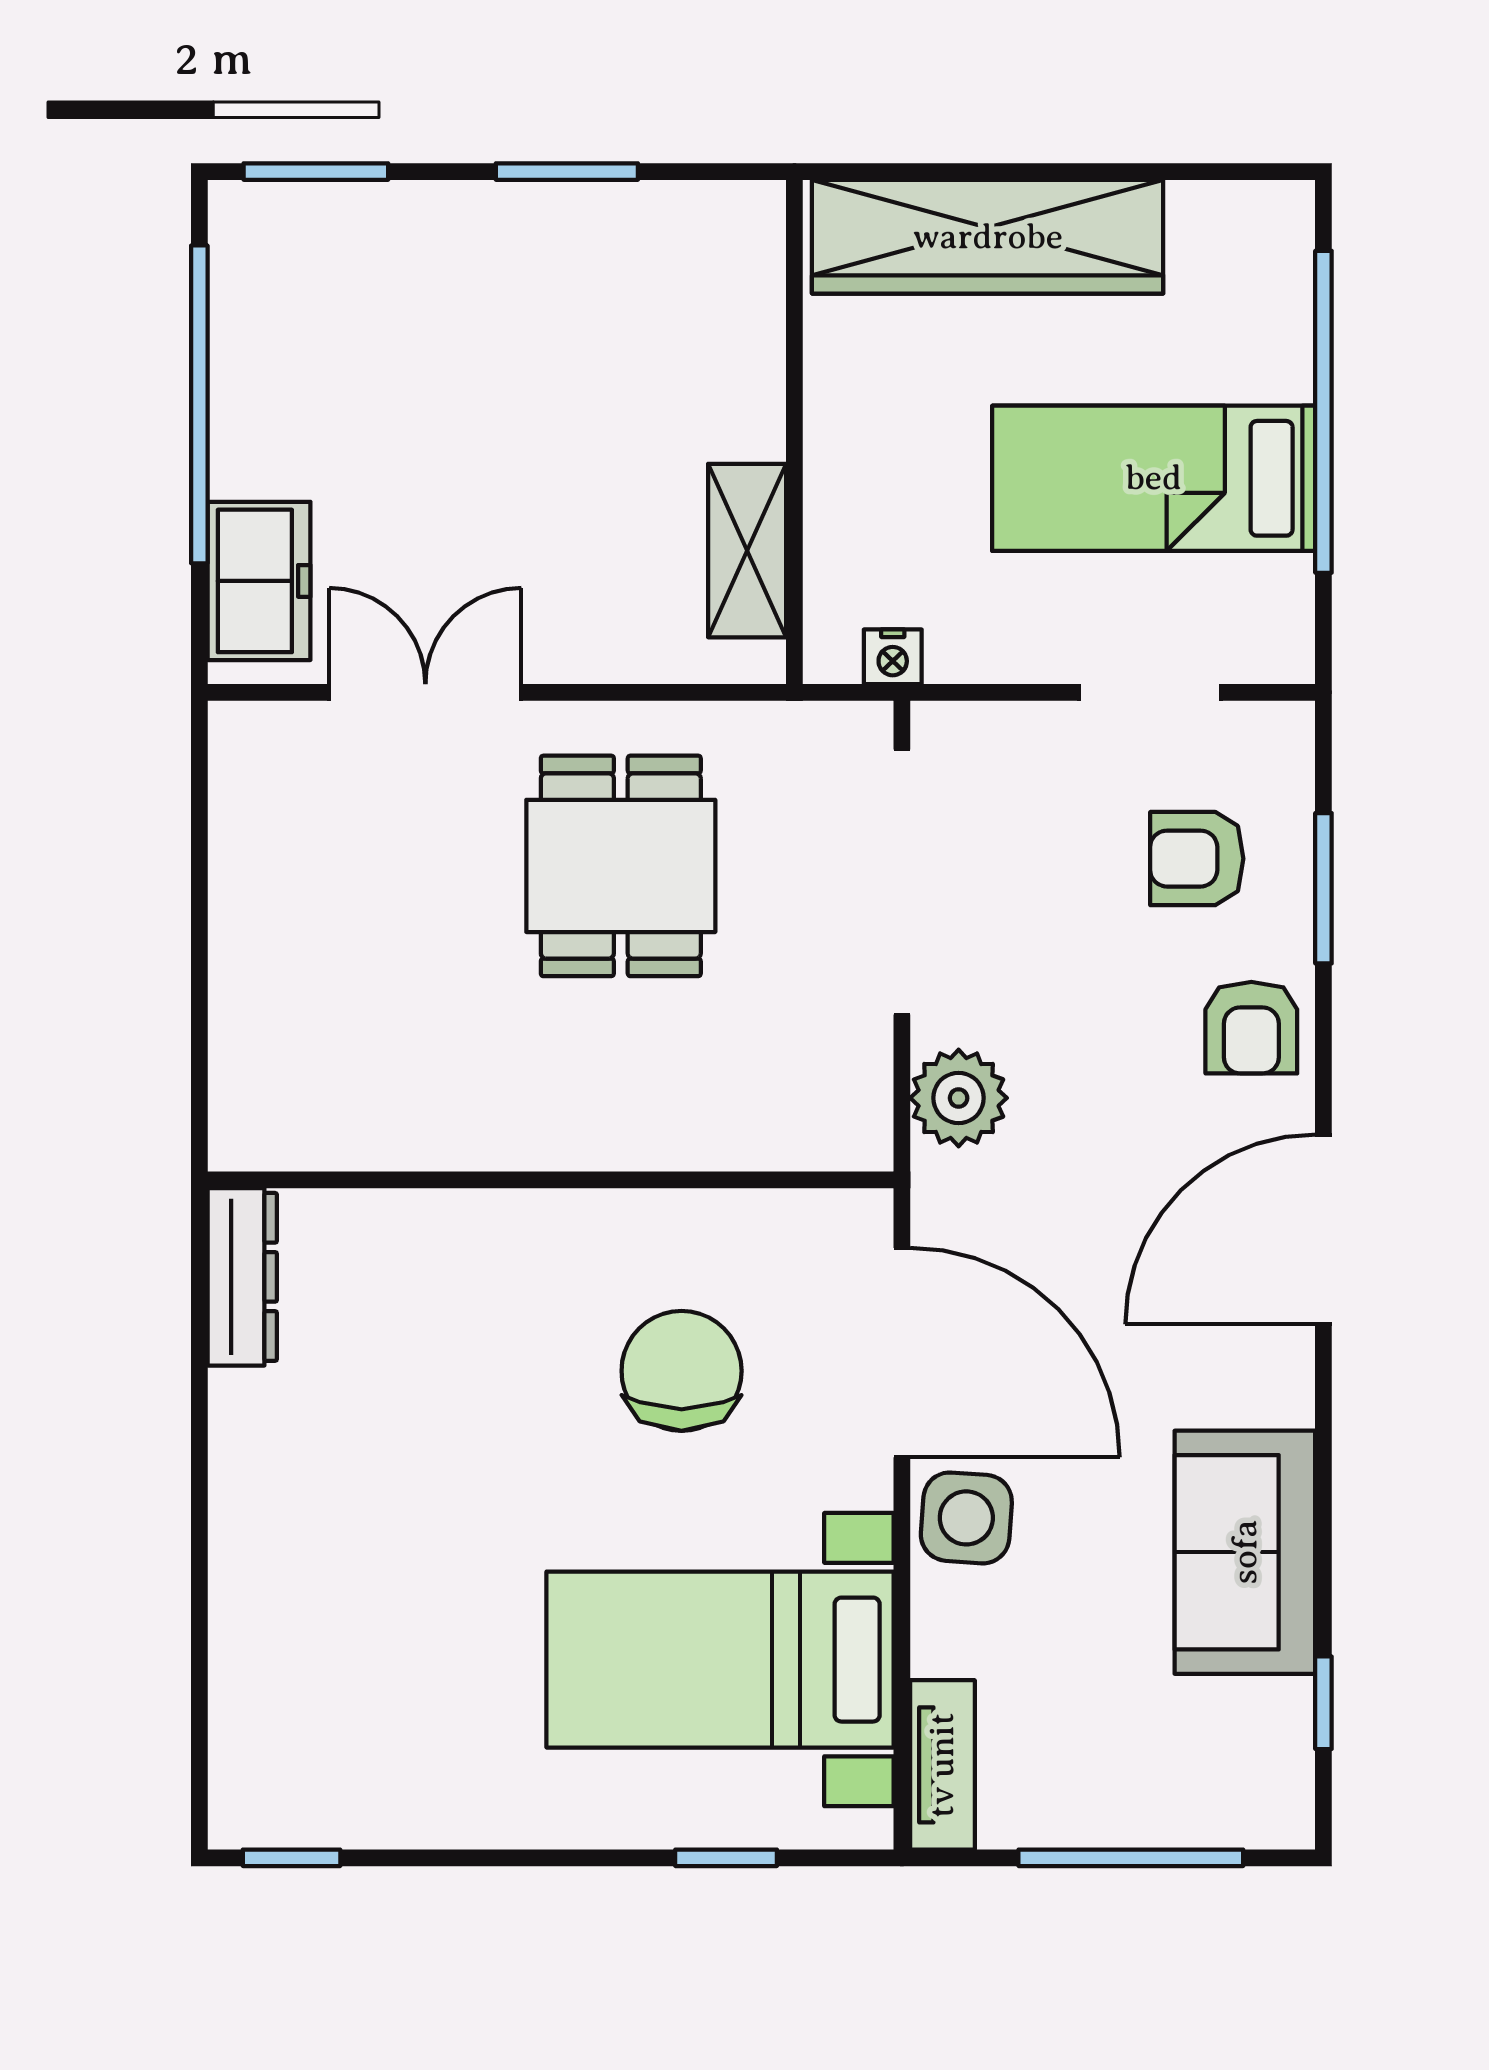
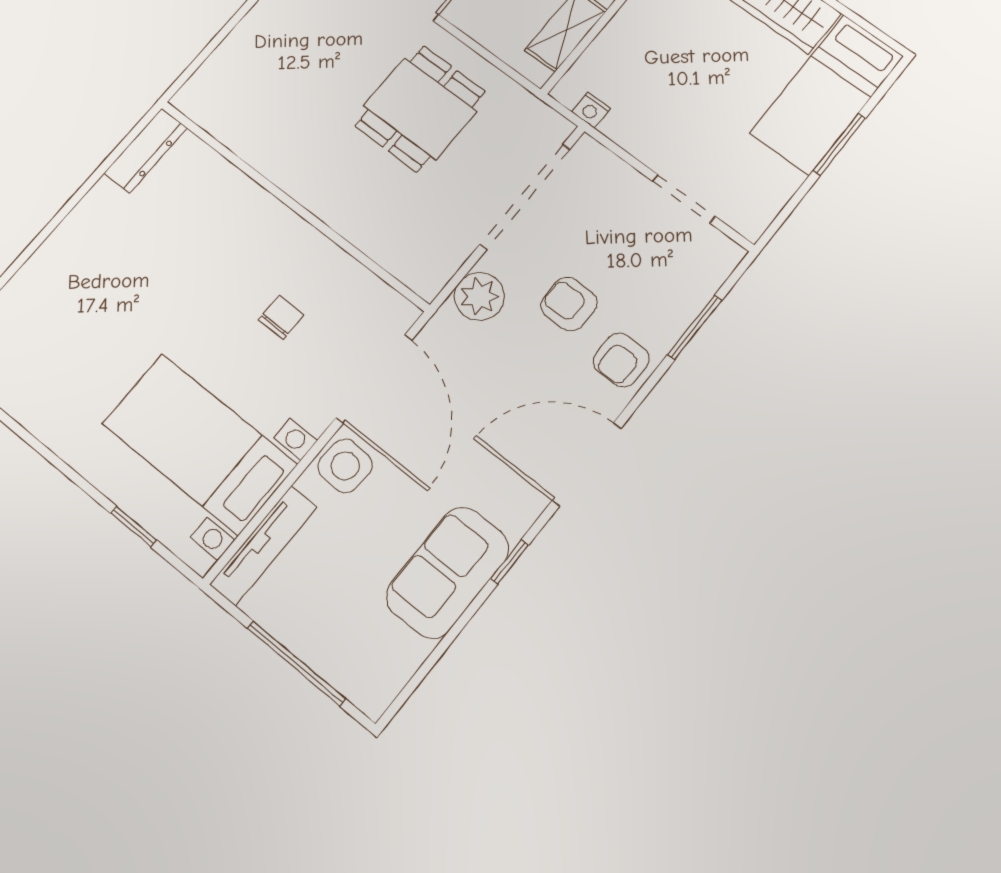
window: (1323, 412) -> (839, 144), width x0.47
bed: (1154, 478) -> (827, 95), moved, turned -90
armchair: (1197, 859) -> (569, 304), moved
chair: (682, 1371) -> (281, 317), width x0.54, depth x0.54
window: (1323, 1703) -> (510, 562), moved
tv unit: (942, 1765) -> (264, 545), width x1.41

